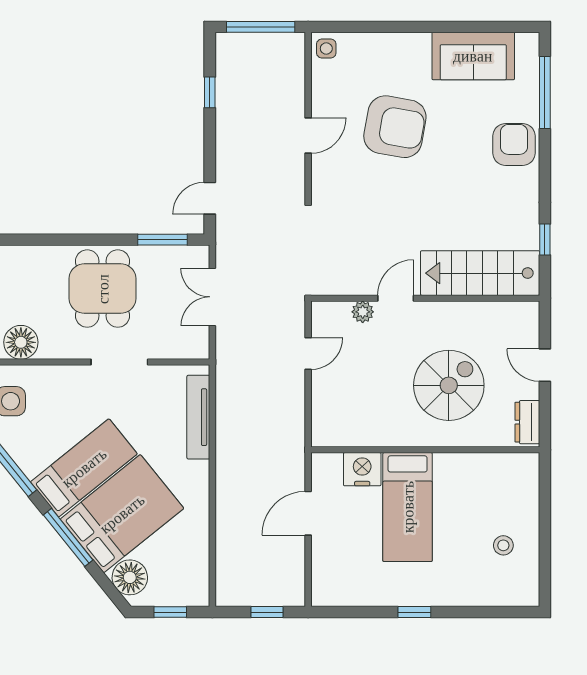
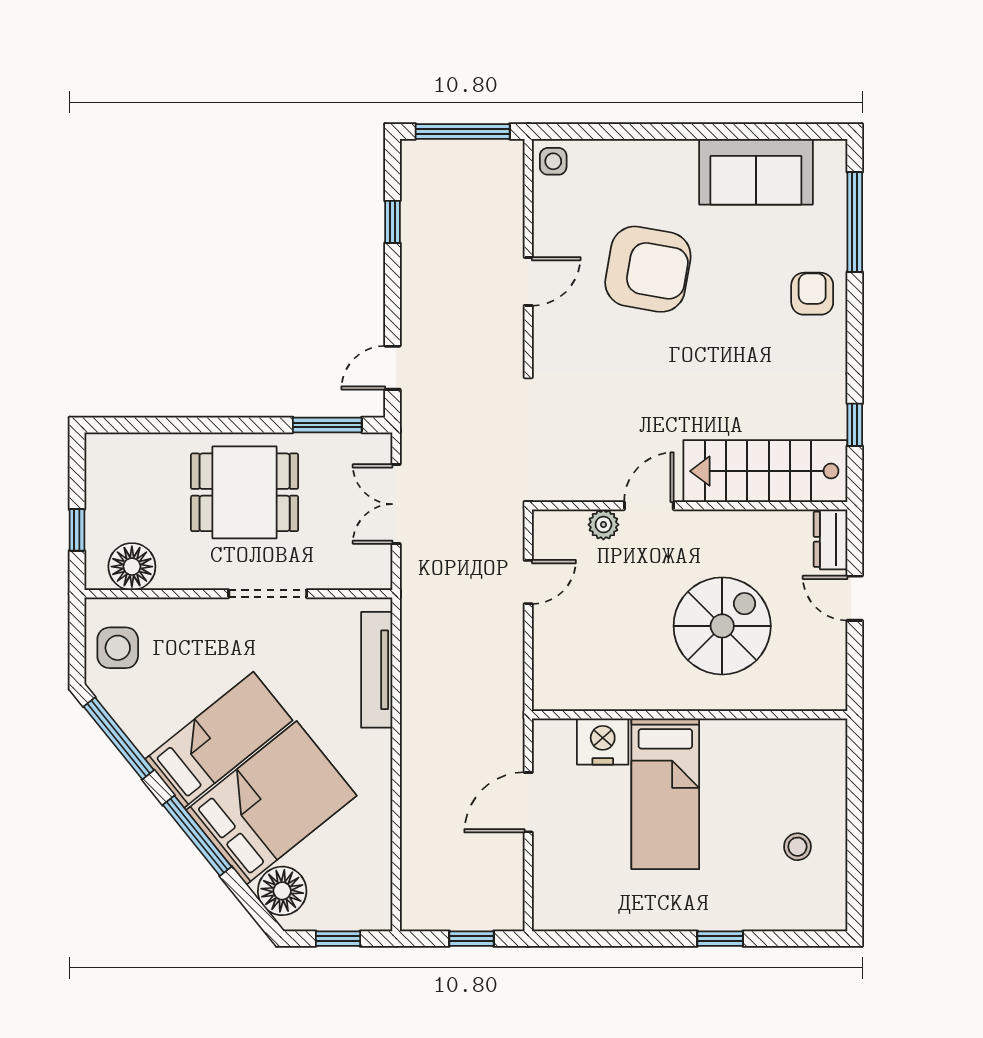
armchair: (514, 144) -> (812, 294), width x0.72, depth x0.72
dining table: (103, 289) -> (245, 492), turned 90
dresser: (527, 422) -> (831, 539), moved
window: (414, 612) -> (720, 939), moved

